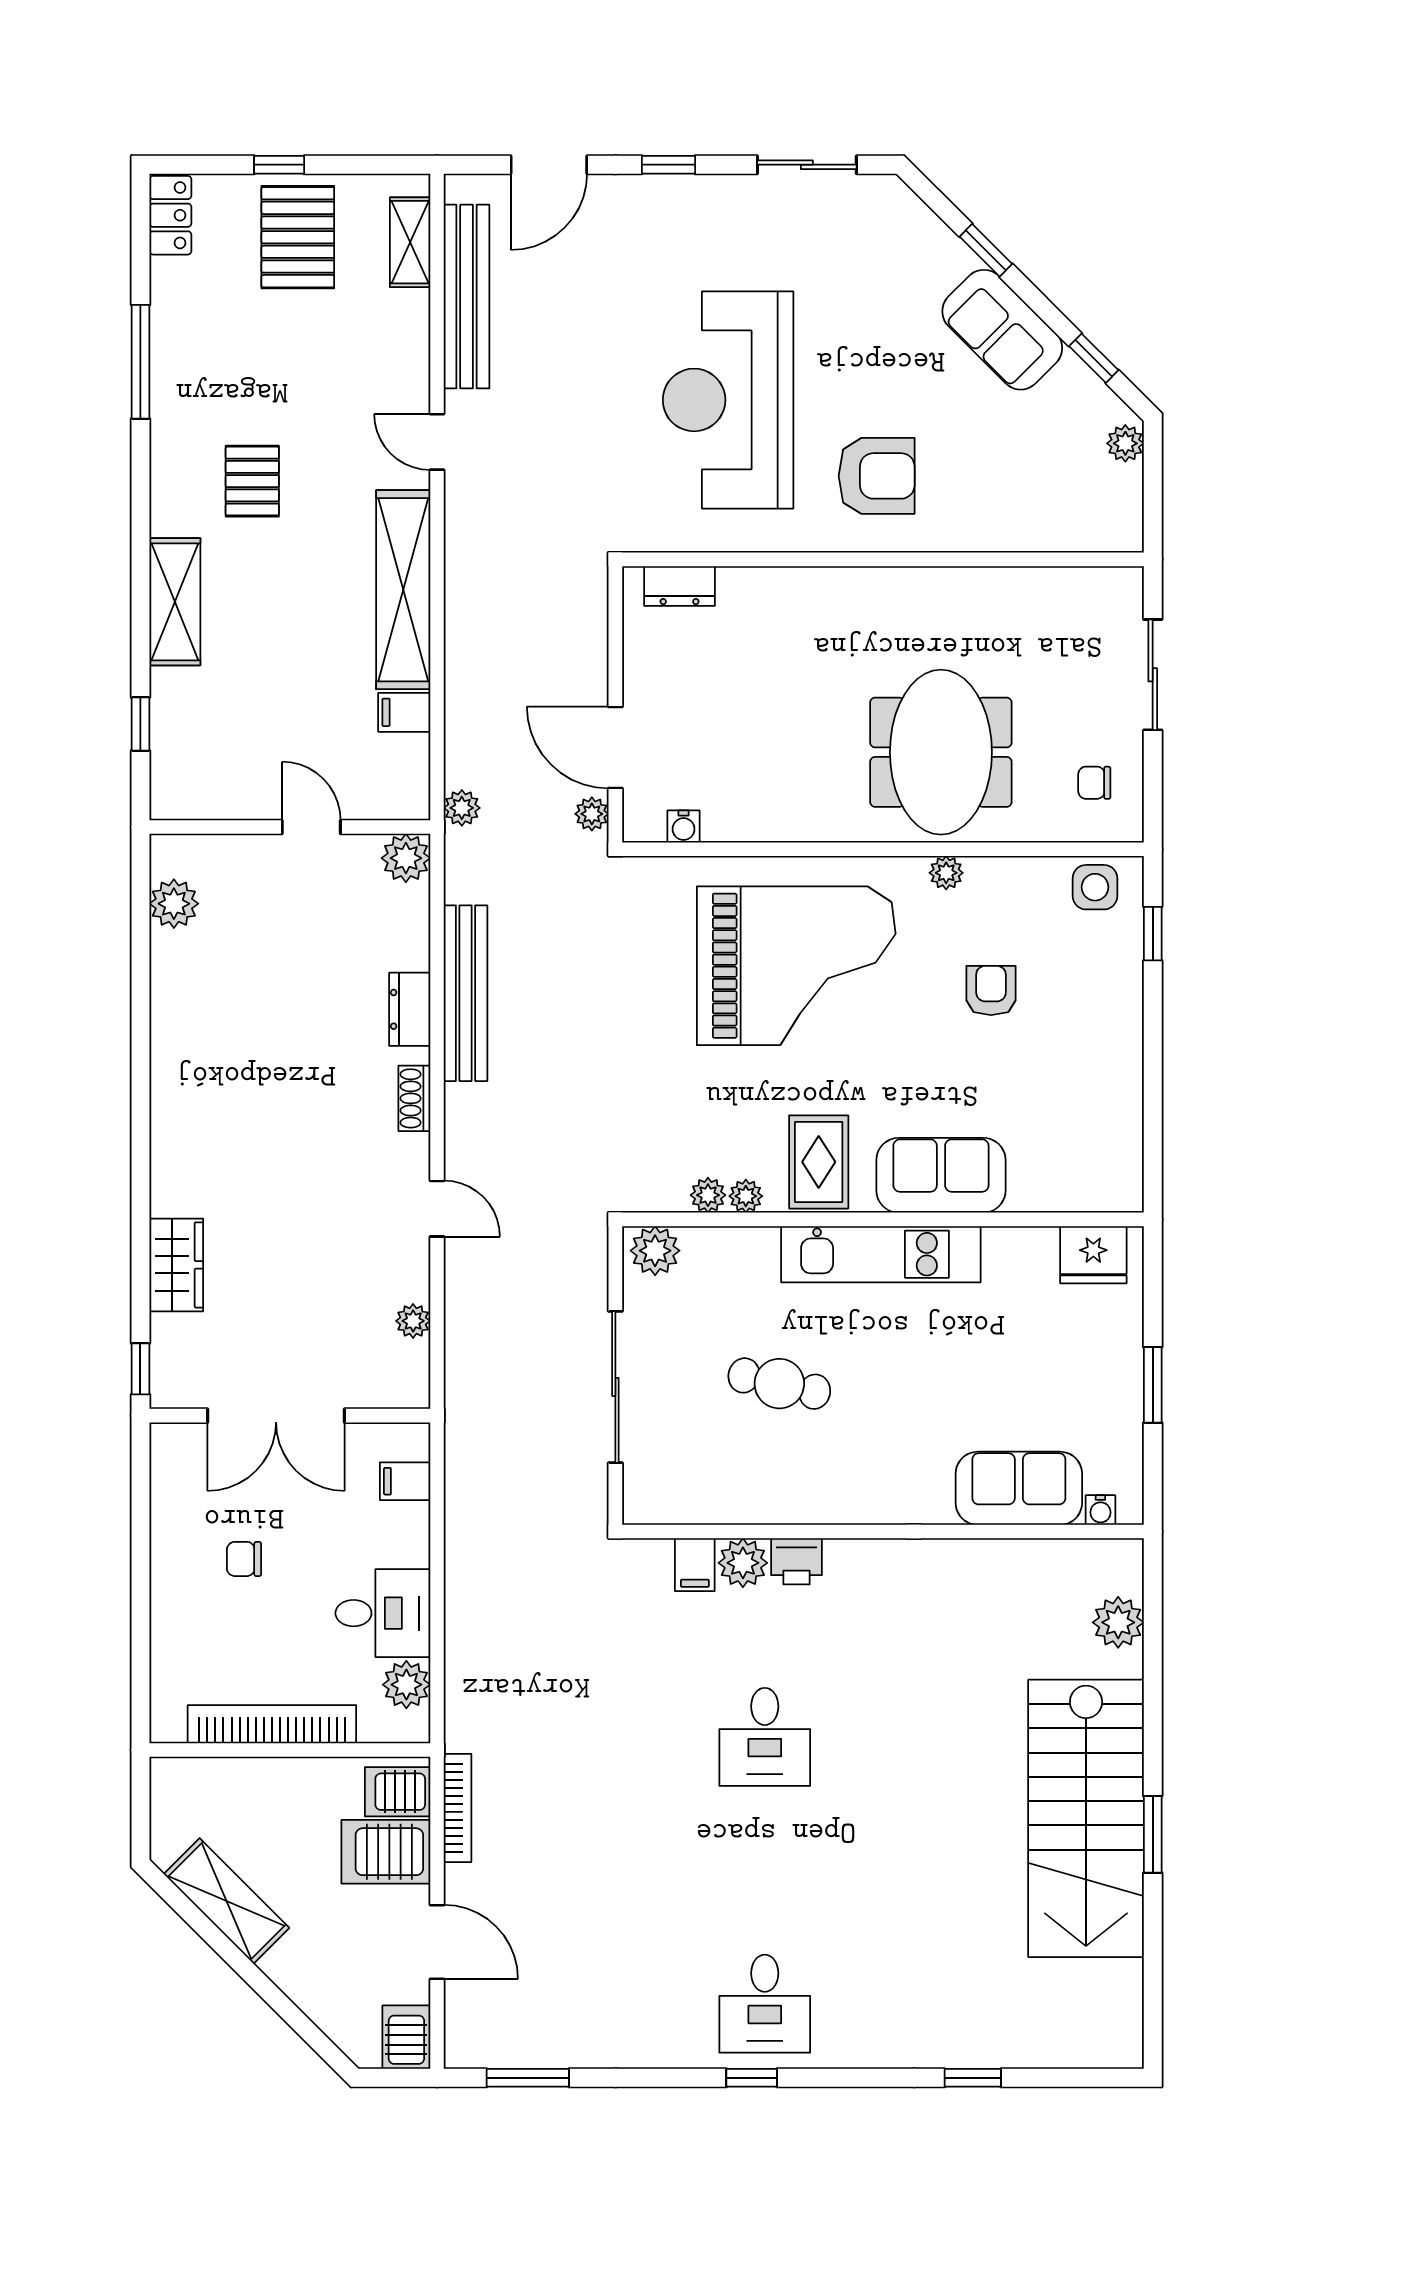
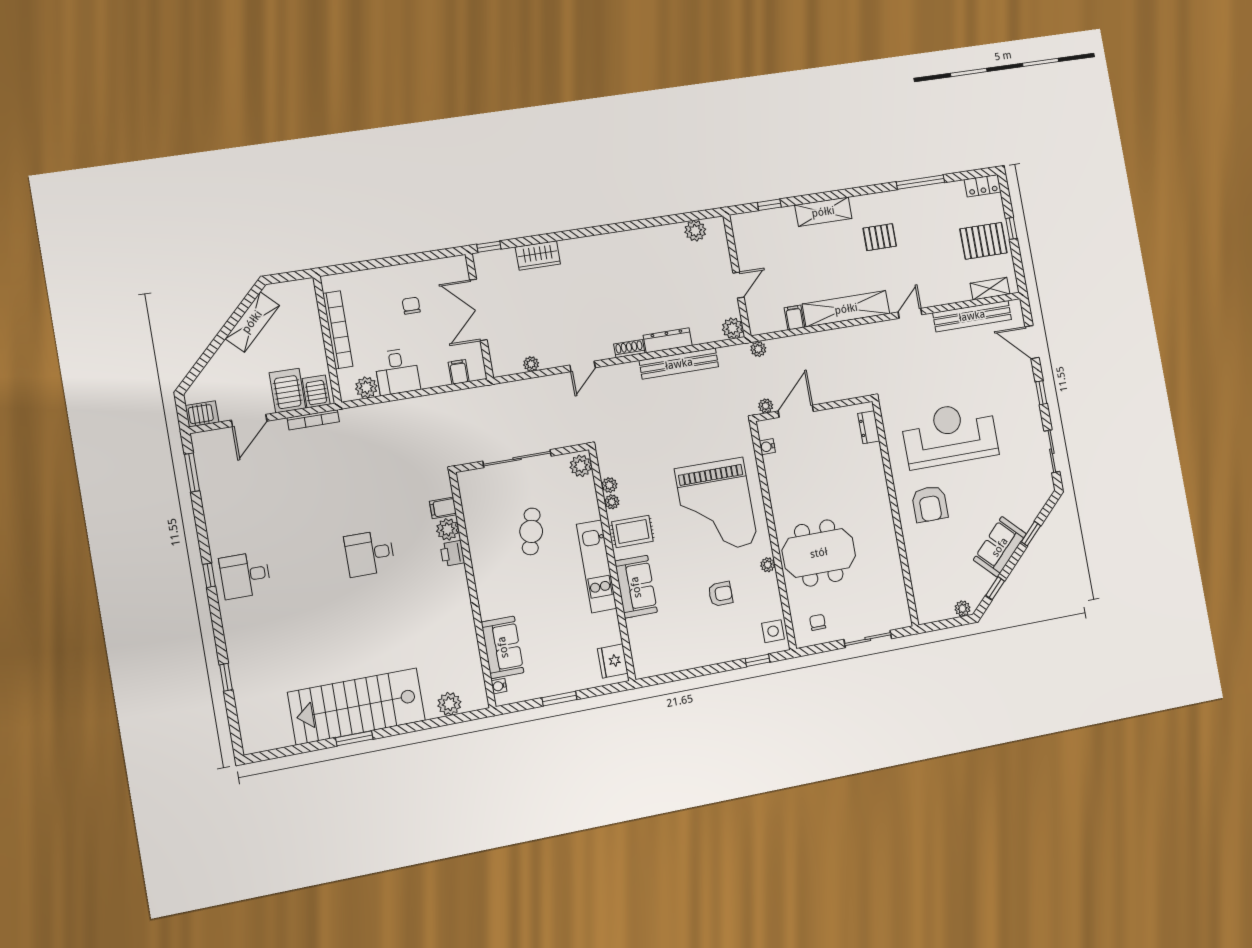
dresser: (410, 1009) -> (668, 340), width x1.44

